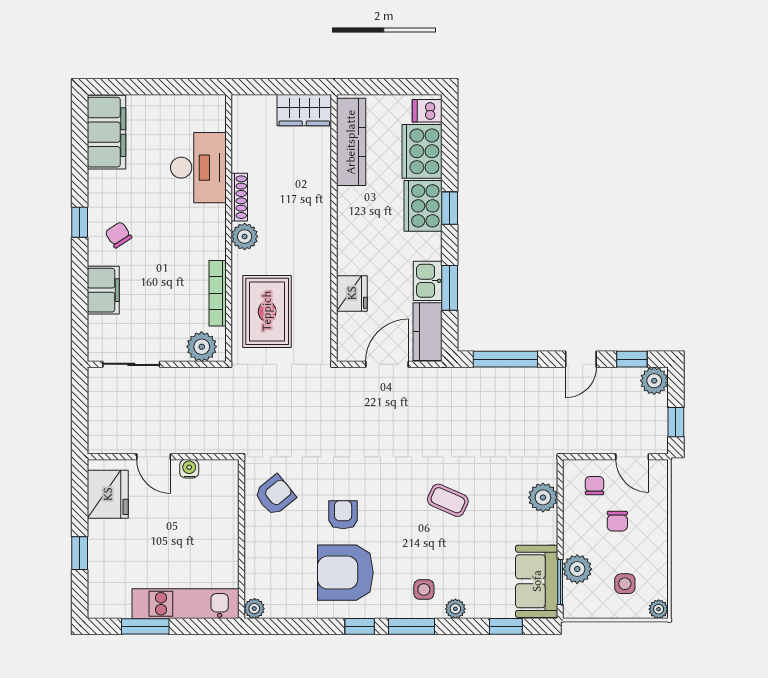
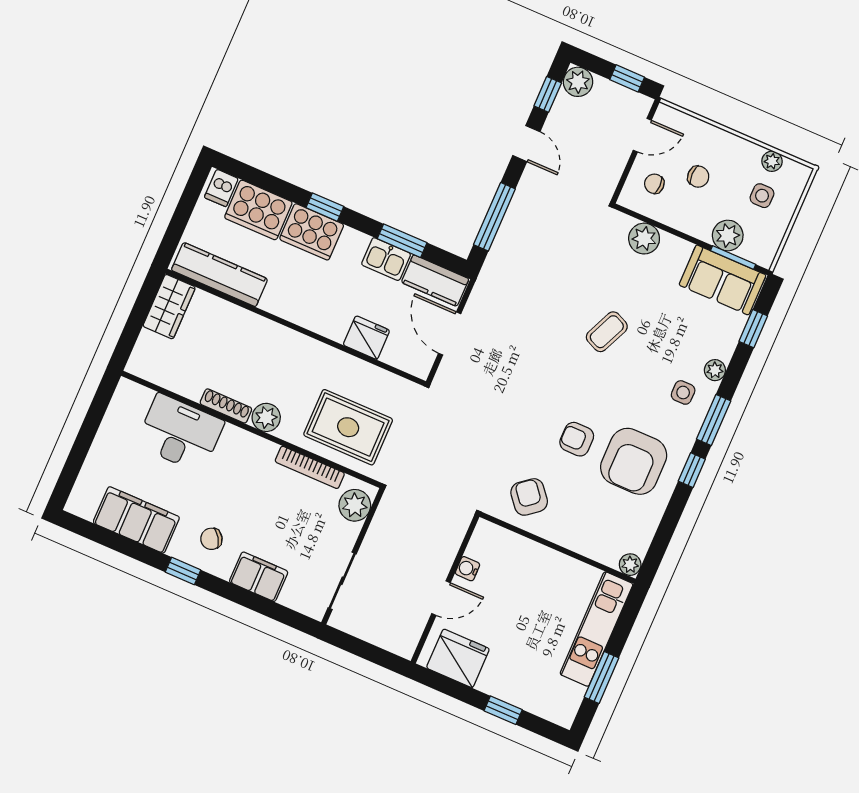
filing cabinet: (106, 132) -> (136, 520), moved
plant: (659, 609) -> (772, 161), moved

